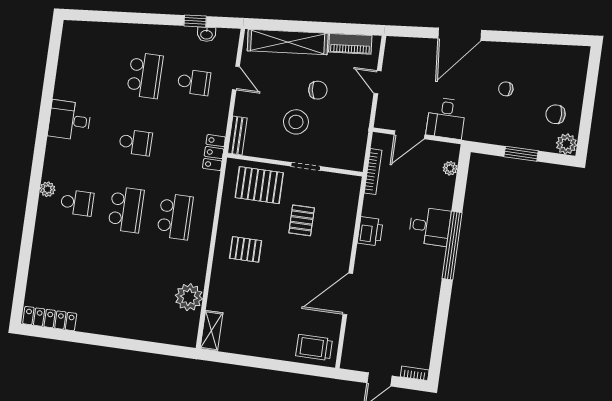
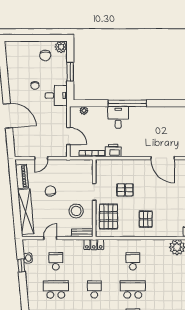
desk: (446, 118) -> (56, 96), moved
stool: (296, 122) -> (76, 211), moved
school desk: (175, 216) -> (133, 261), width x0.54
printer: (370, 231) -> (113, 151), moved

